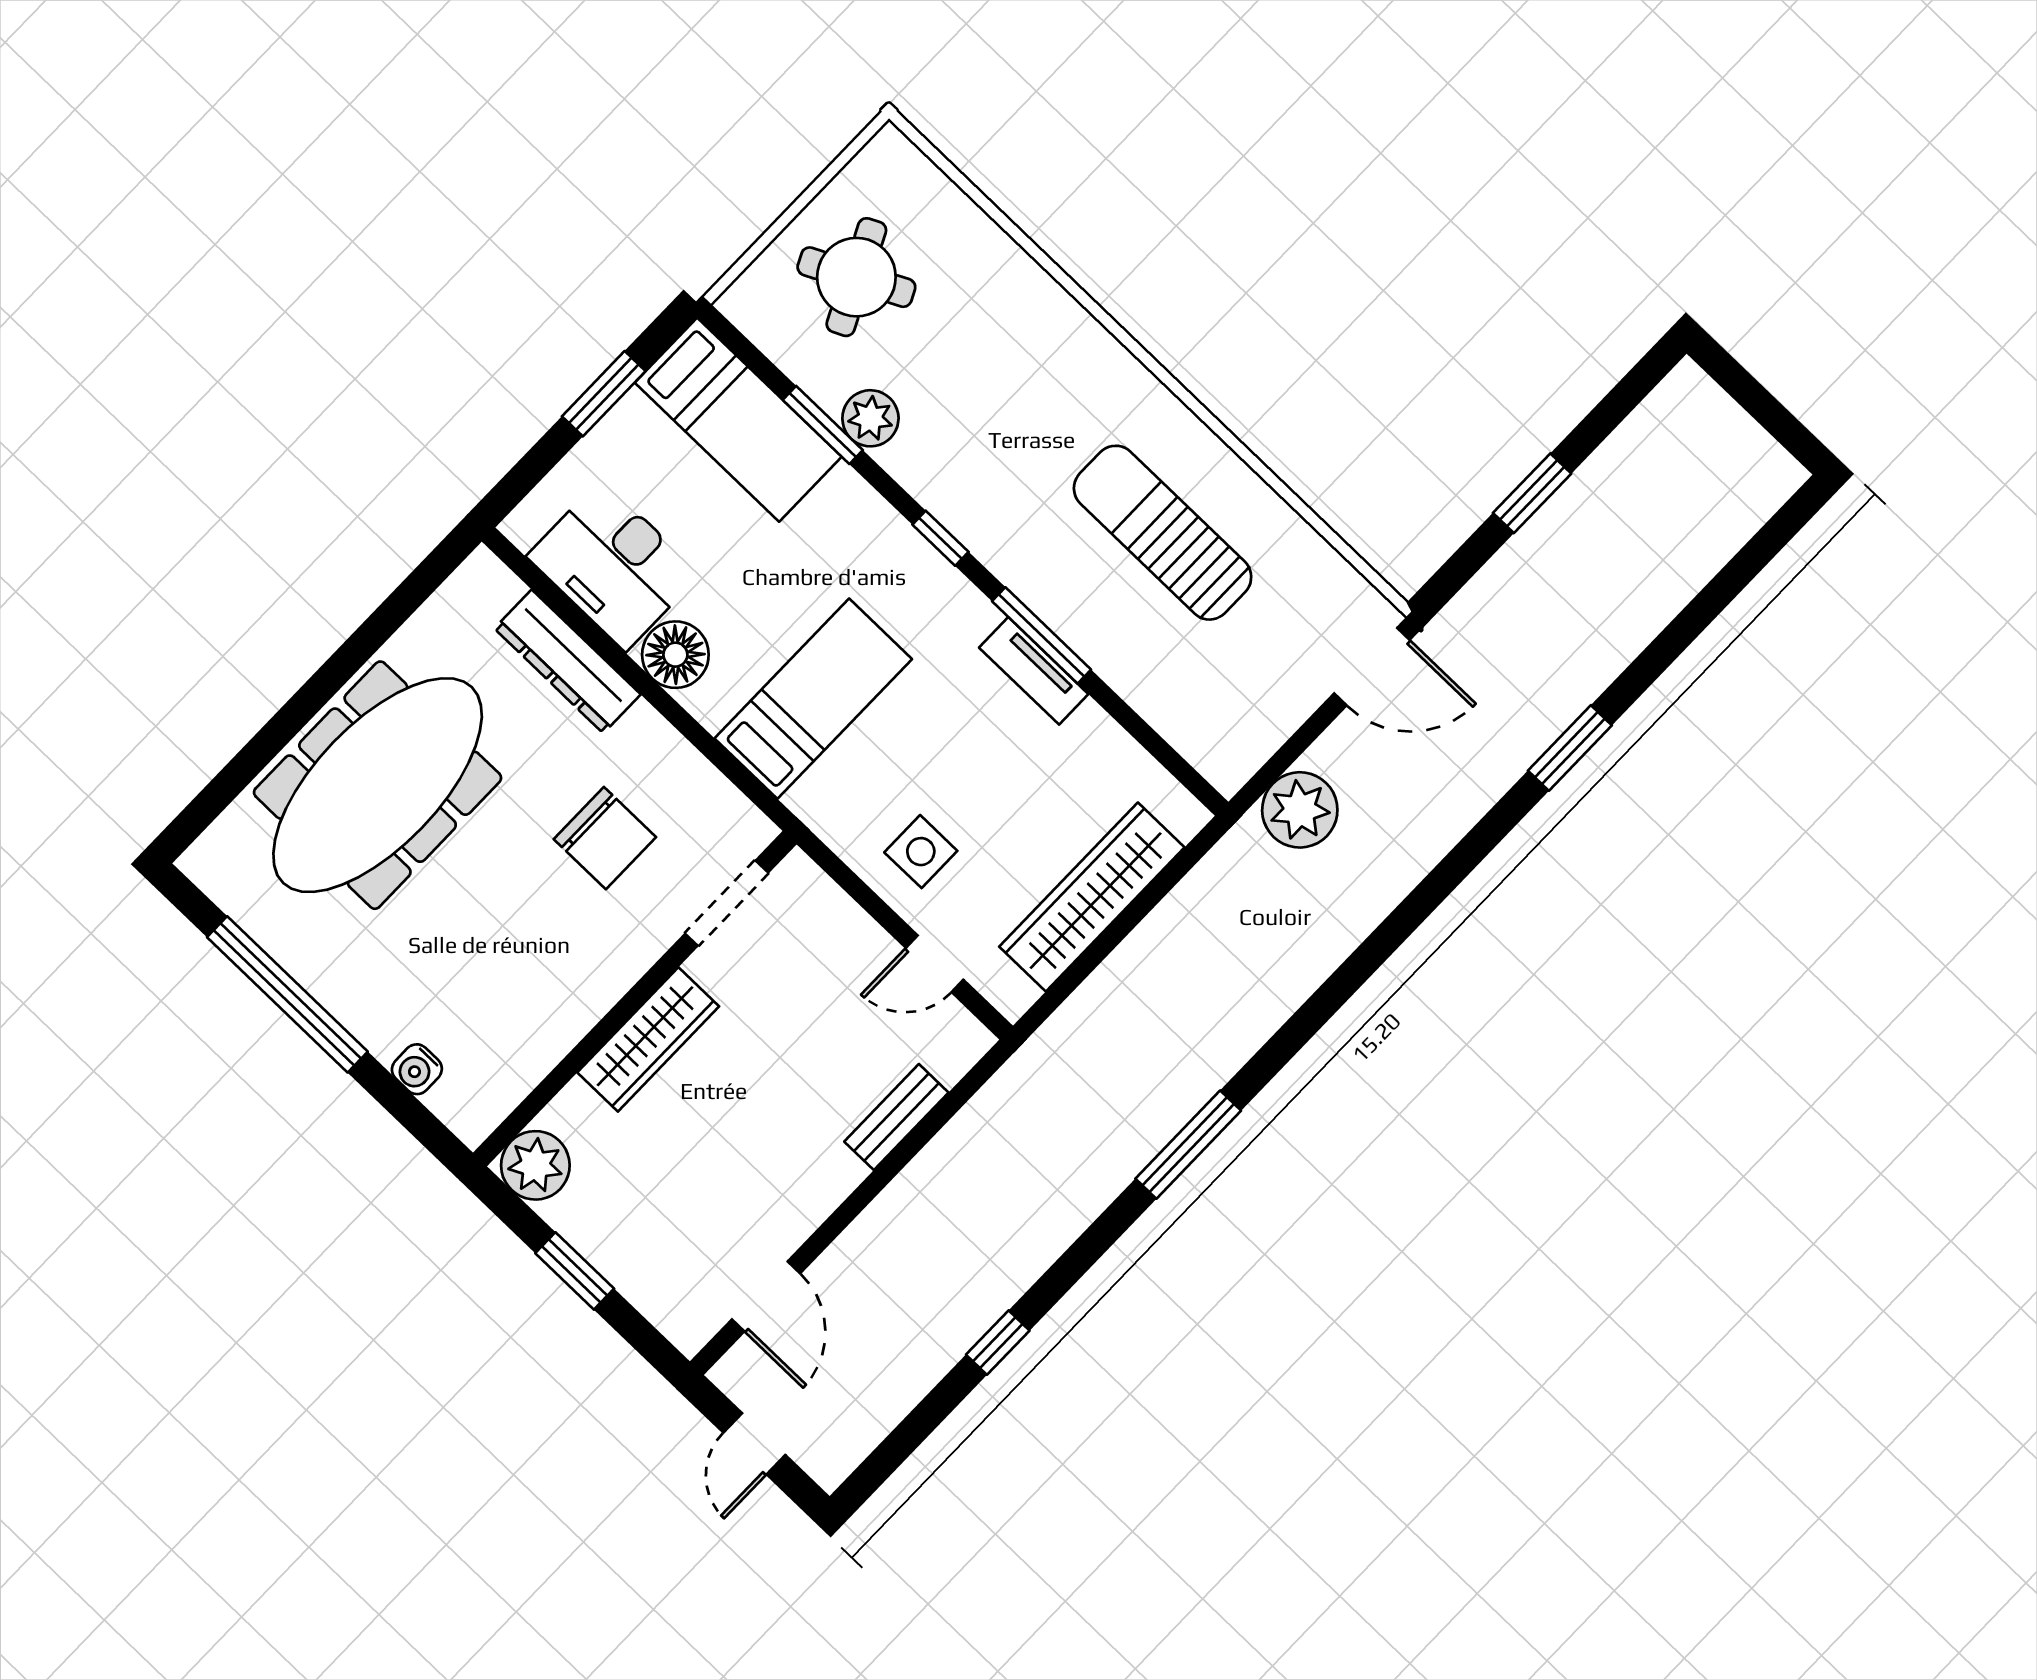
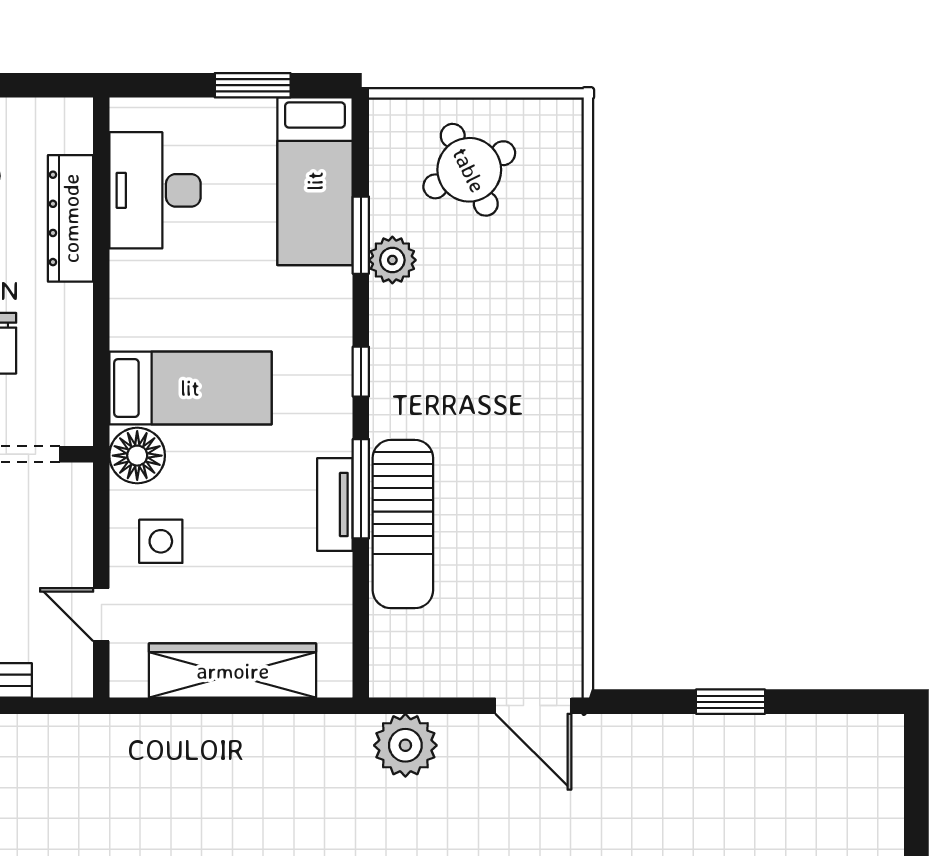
sun lounger: (1163, 533) -> (403, 524), moved, turned 180
floor lamp: (675, 655) -> (137, 456), moved

